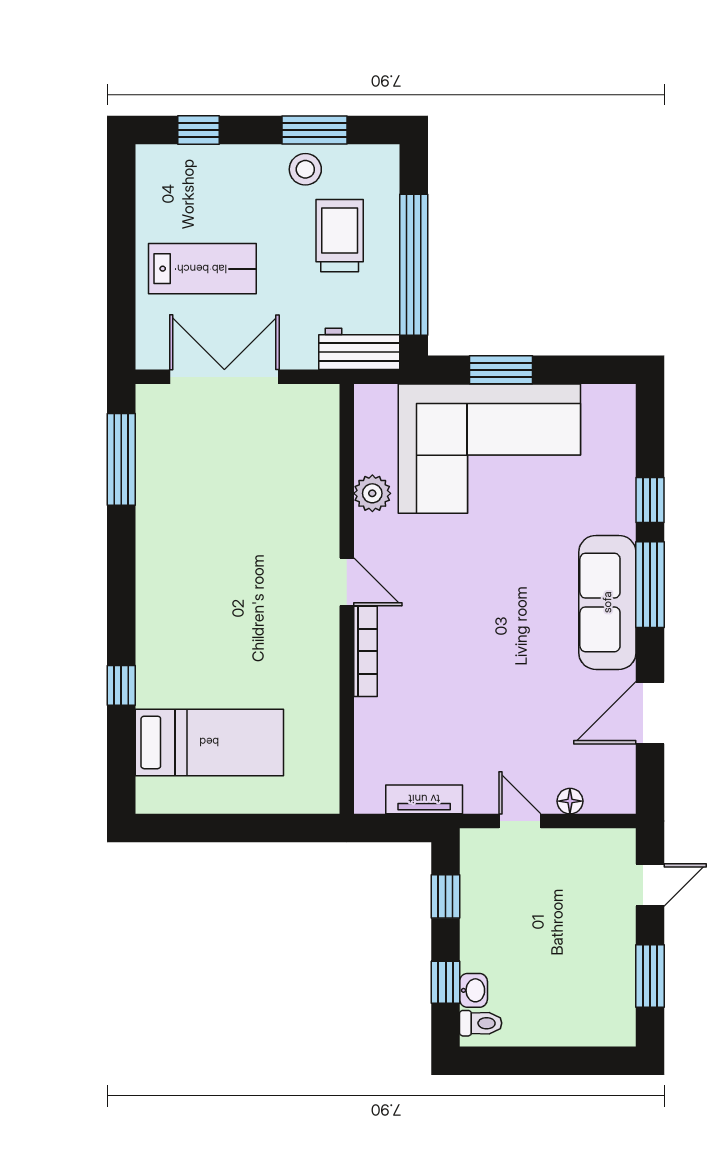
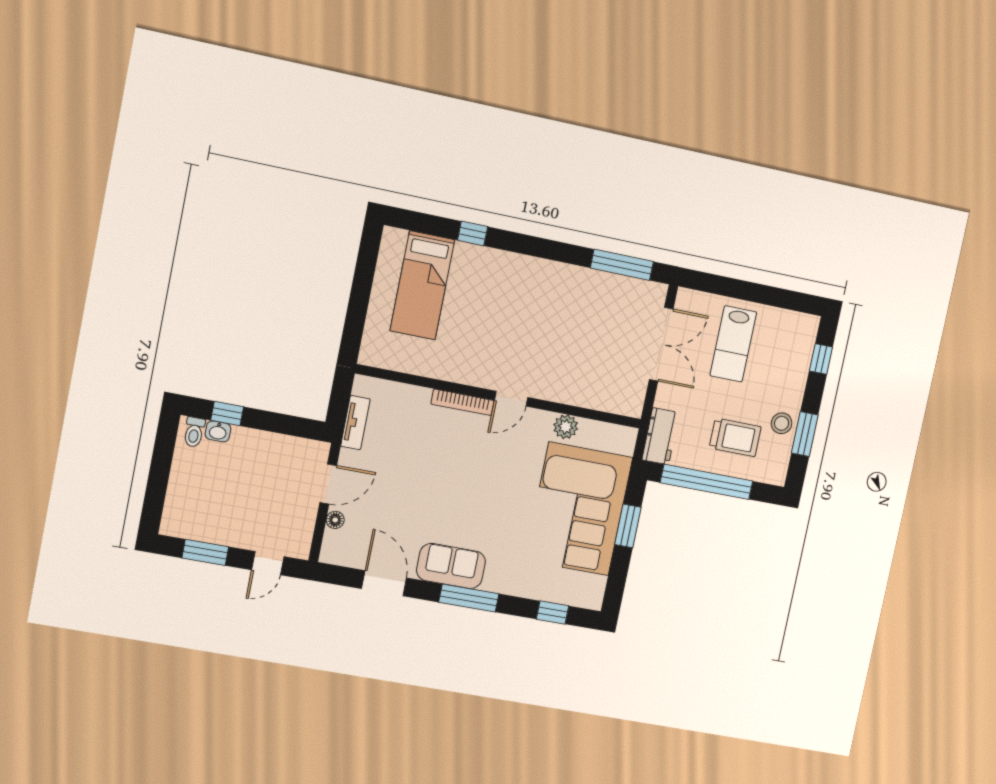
window: (650, 500) -> (553, 612), moved
sofa: (607, 602) -> (451, 566), width x0.73
door: (520, 821) -> (328, 484), width x1.38
door: (650, 885) -> (268, 563), hinge flipped
window: (446, 896) -> (286, 425), removed

